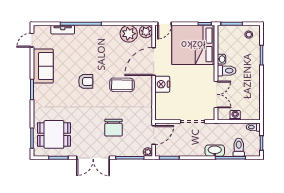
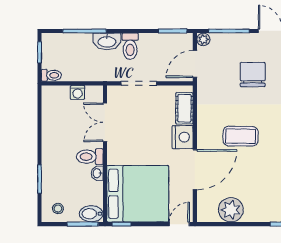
bidet: (226, 31) -> (91, 214), added
plant: (146, 32) -> (206, 213), removed
cot: (161, 104) -> (184, 108), added
toilet: (239, 147) -> (130, 46), moved

